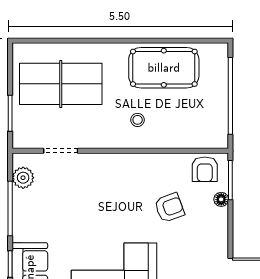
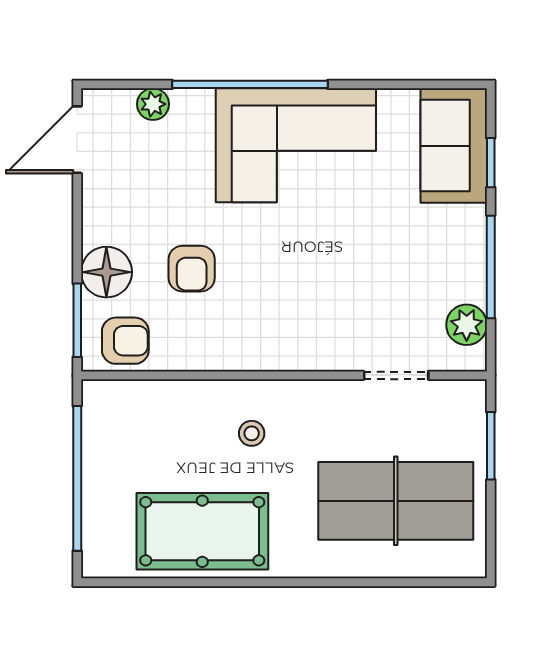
armchair: (205, 169) -> (125, 341), turned 90
floor lamp: (221, 199) -> (106, 272), width x1.89, depth x1.89
armchair: (169, 208) -> (192, 269), turned -70

